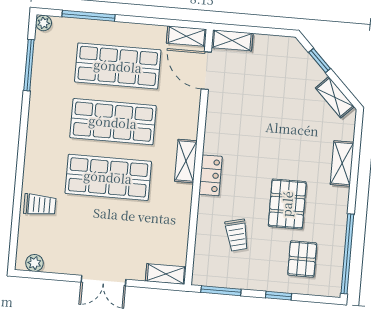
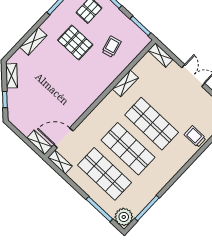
plant: (44, 23) -> (124, 217), width x1.87, depth x1.87
door: (206, 71) -> (63, 138), swing flipped
shelving: (186, 161) -> (125, 83), moved
locker: (211, 175) -> (101, 86), removed
pallet: (287, 204) -> (75, 42), turned 90

